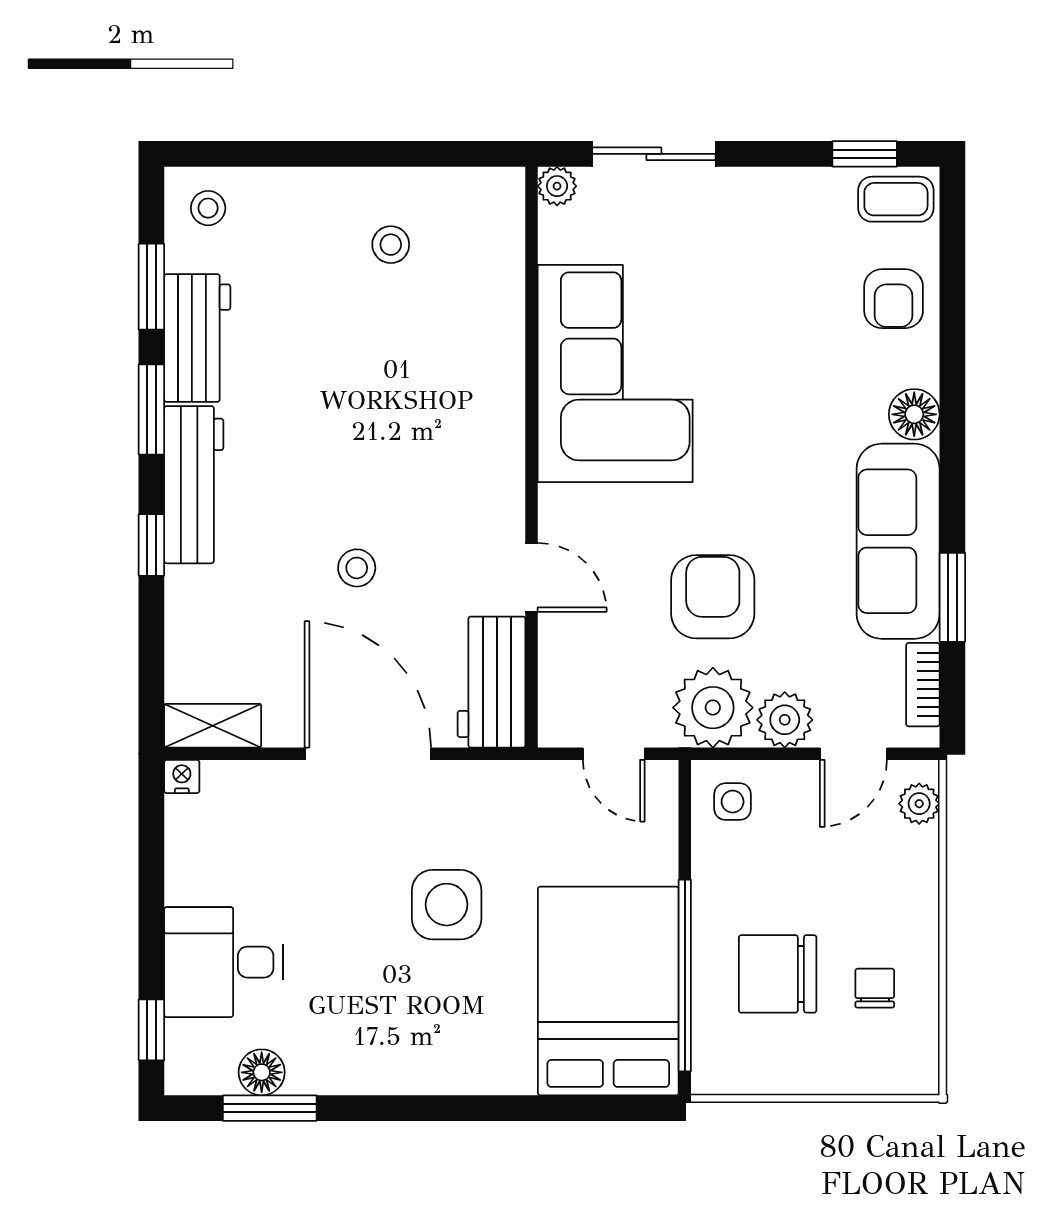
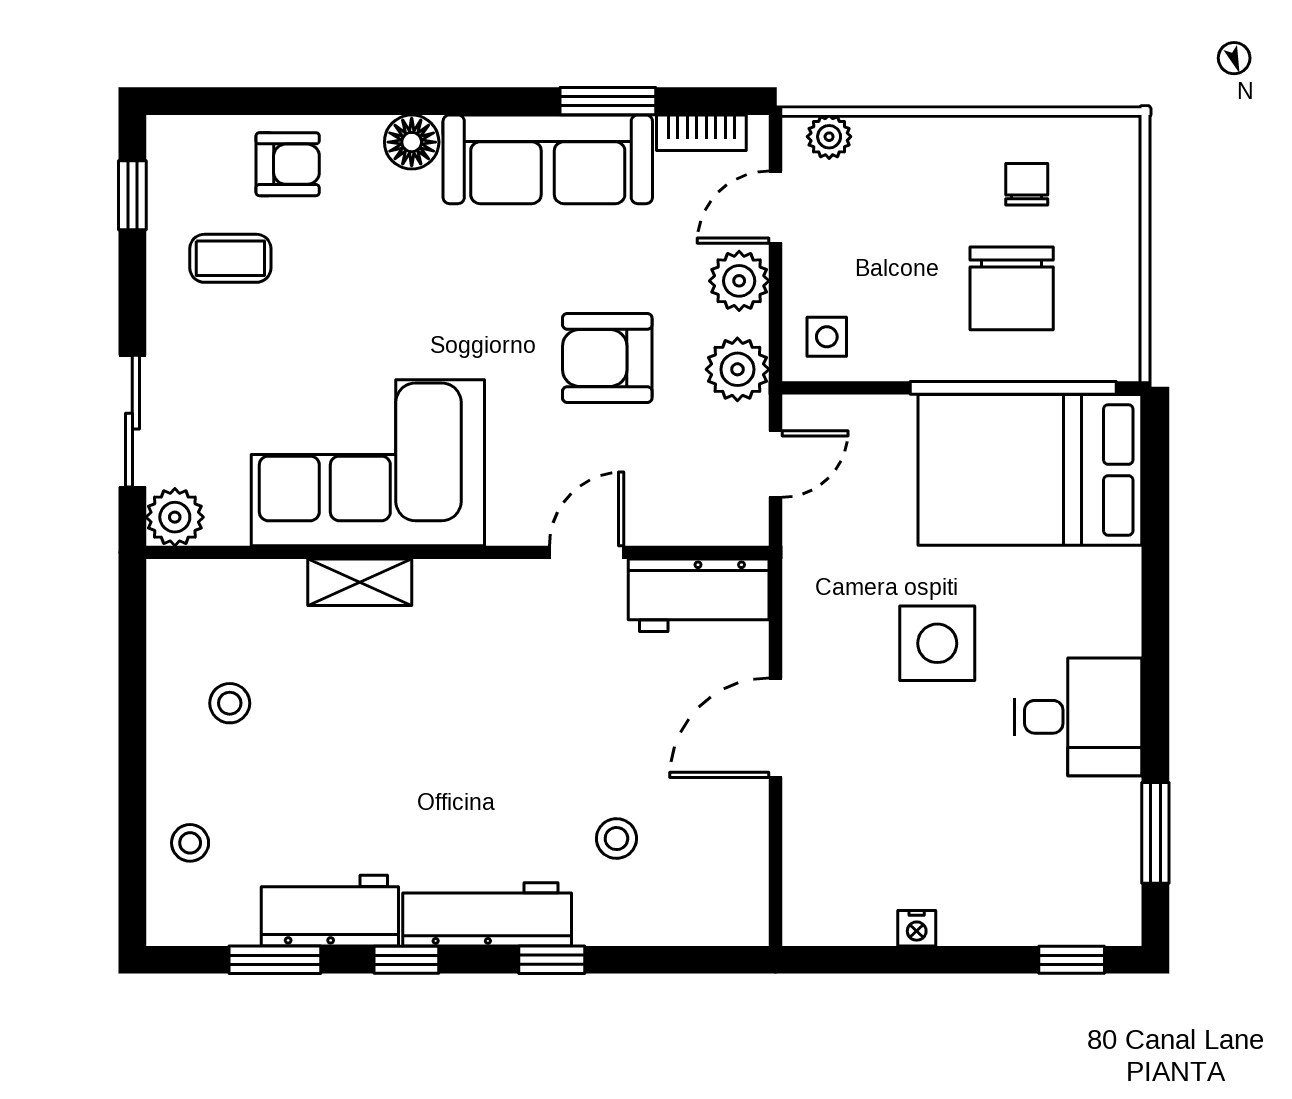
plant: (557, 186) -> (175, 517), width x1.38, depth x1.38
coffee table: (896, 199) -> (230, 258), moved, turned 90
stool: (208, 208) -> (190, 843), moved
window: (151, 409) -> (406, 960), width x0.67
stool: (357, 568) -> (616, 839), moved
plant: (713, 708) -> (737, 369), width x0.73, depth x0.73
shelving: (213, 726) -> (360, 582), moved, turned 90
door: (368, 754) -> (776, 728), width x0.73
door: (853, 754) -> (776, 207), swing flipped
nightstand: (182, 776) -> (917, 928), moved, turned -90
desk: (224, 962) -> (1078, 717), moved, turned -90
chair: (875, 988) -> (1027, 184), turned 90
floor lamp: (262, 1072) -> (1117, 842), removed

